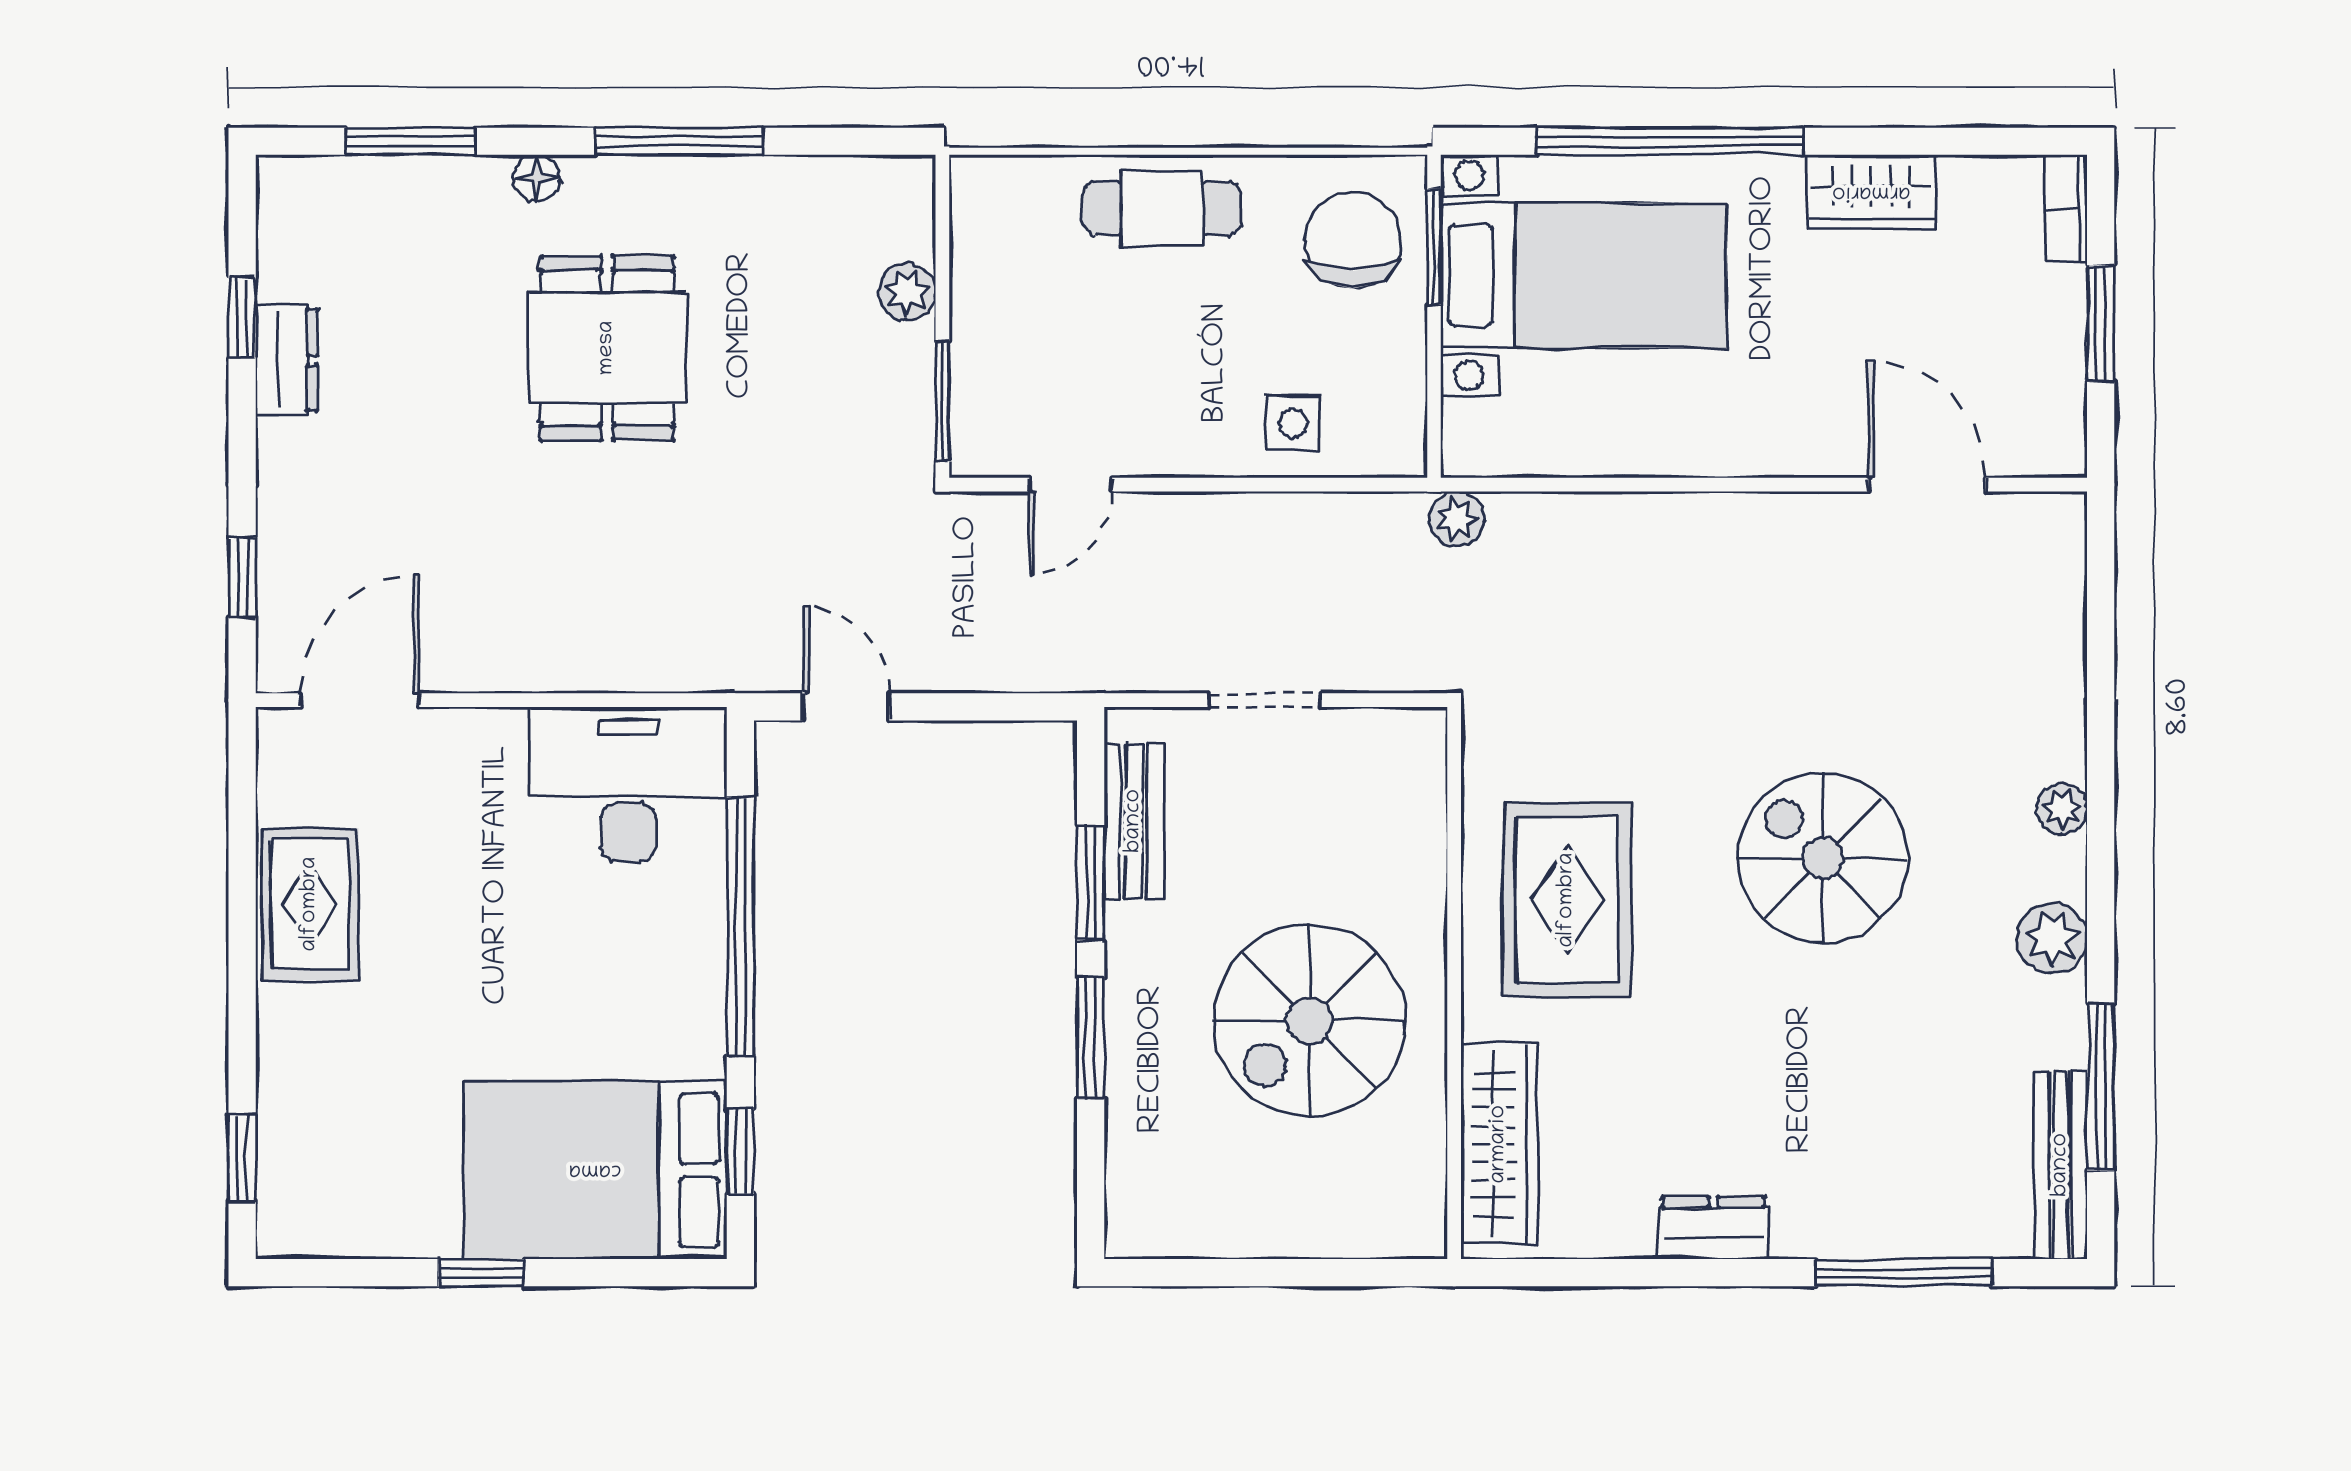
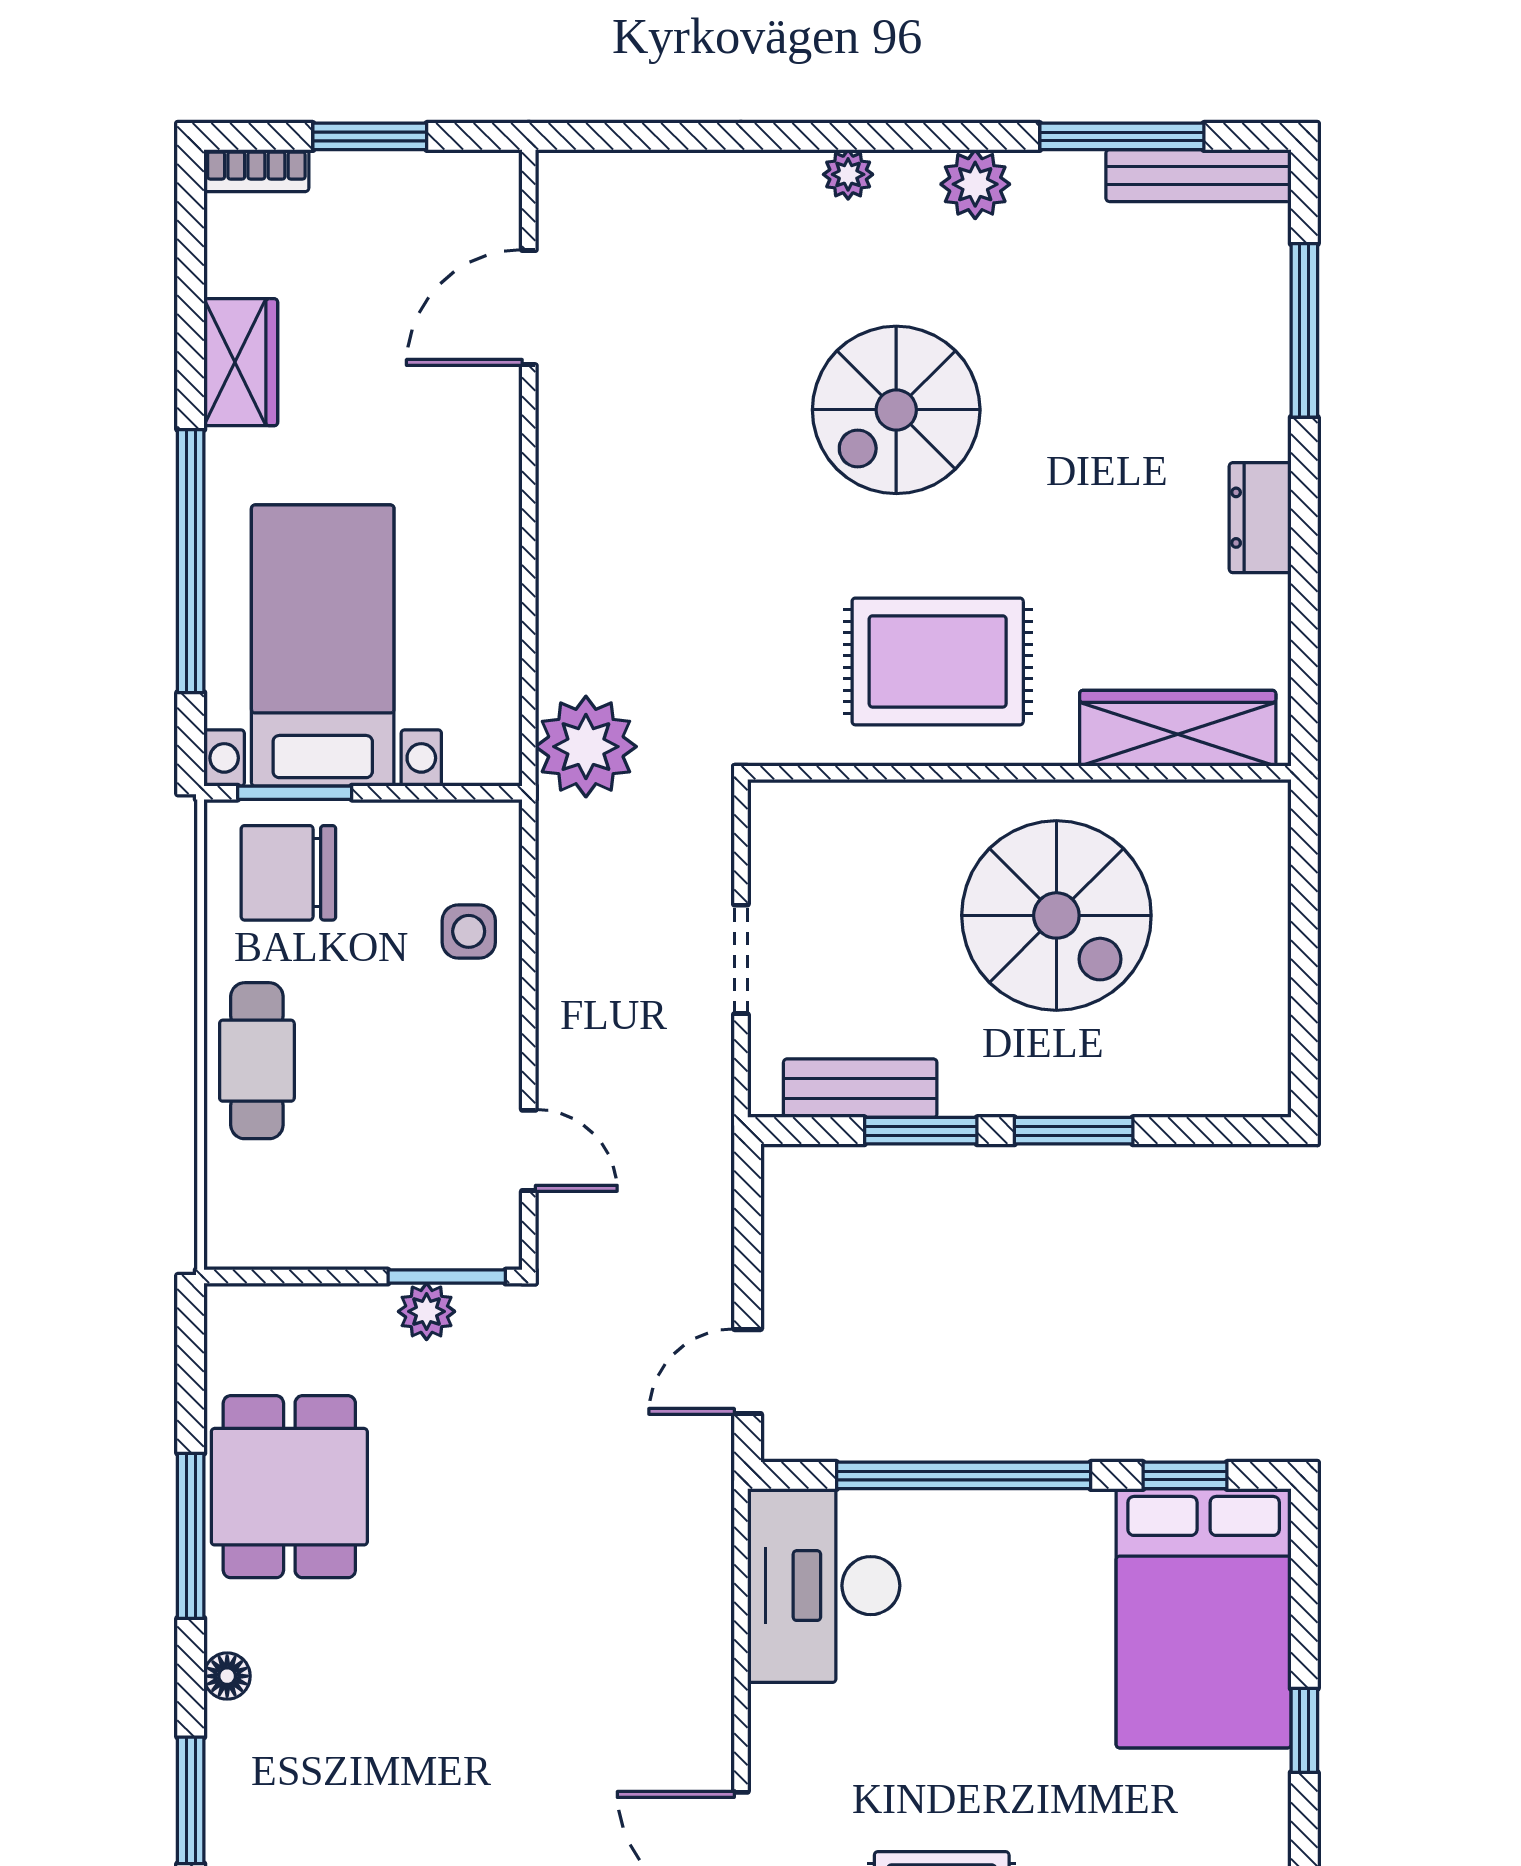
plant: (907, 292) -> (427, 1311), moved
dining table: (607, 348) -> (289, 1487), moved, turned 90
plant: (1457, 519) -> (586, 747), width x1.88, depth x1.88

